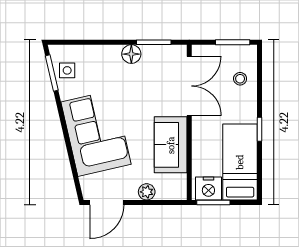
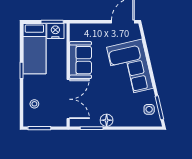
double door: (189, 86) -> (68, 99), swing flipped
plant: (147, 192) -> (96, 29), removed

